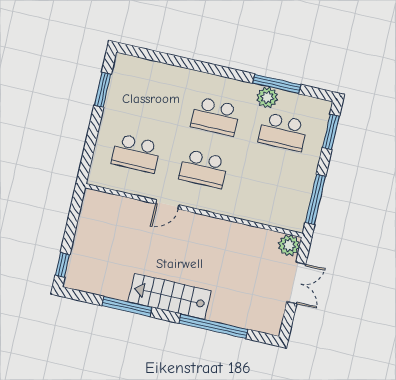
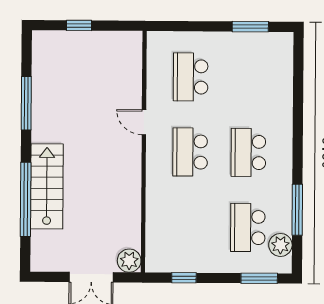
plant: (267, 97) -> (280, 245), moved
window: (315, 199) -> (184, 278), width x0.46
window: (63, 265) -> (79, 25), moved
stairs: (170, 296) -> (47, 186), moved

